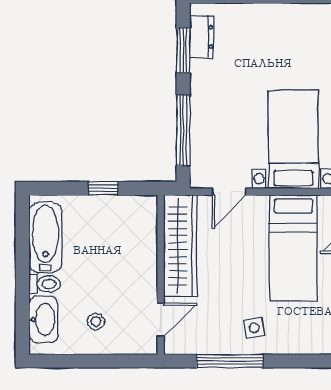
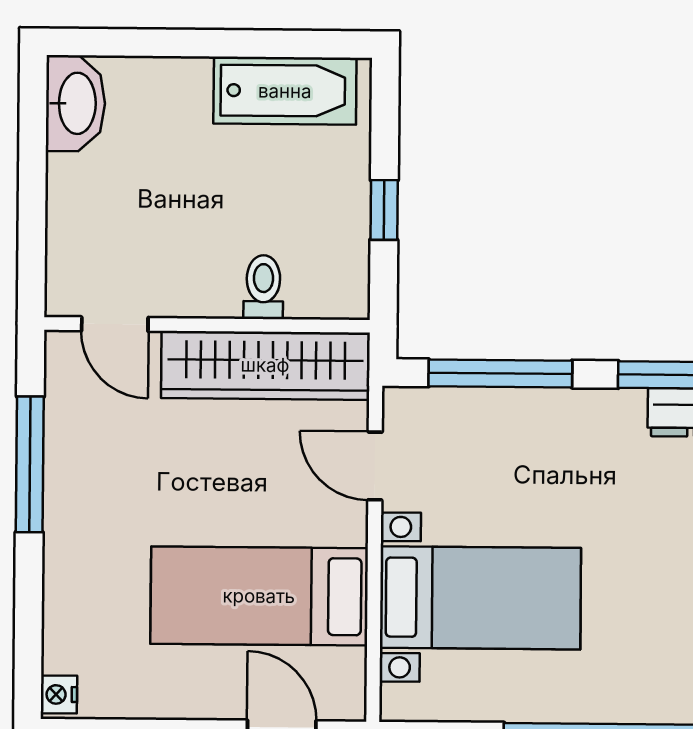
toilet: (45, 284) -> (263, 287), moved, turned 180
washbasin: (43, 319) -> (76, 103), moved, turned -90
stool: (96, 321) -> (113, 192), removed
side table: (254, 328) -> (97, 514), removed

